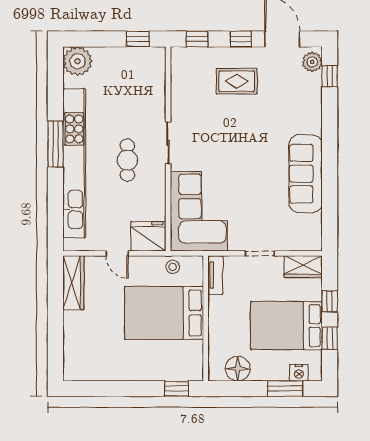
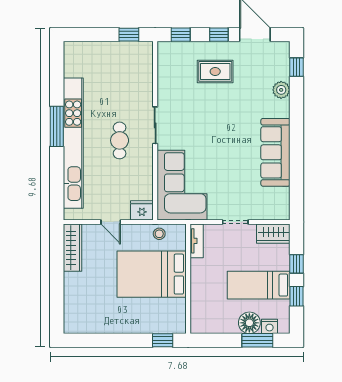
plant: (78, 61) -> (76, 54), removed
plant: (312, 62) -> (281, 90), moved
fridge: (148, 236) -> (142, 210), width x0.73, depth x0.75
bed: (286, 326) -> (259, 285), width x0.67
floor lamp: (238, 369) -> (249, 323), moved

